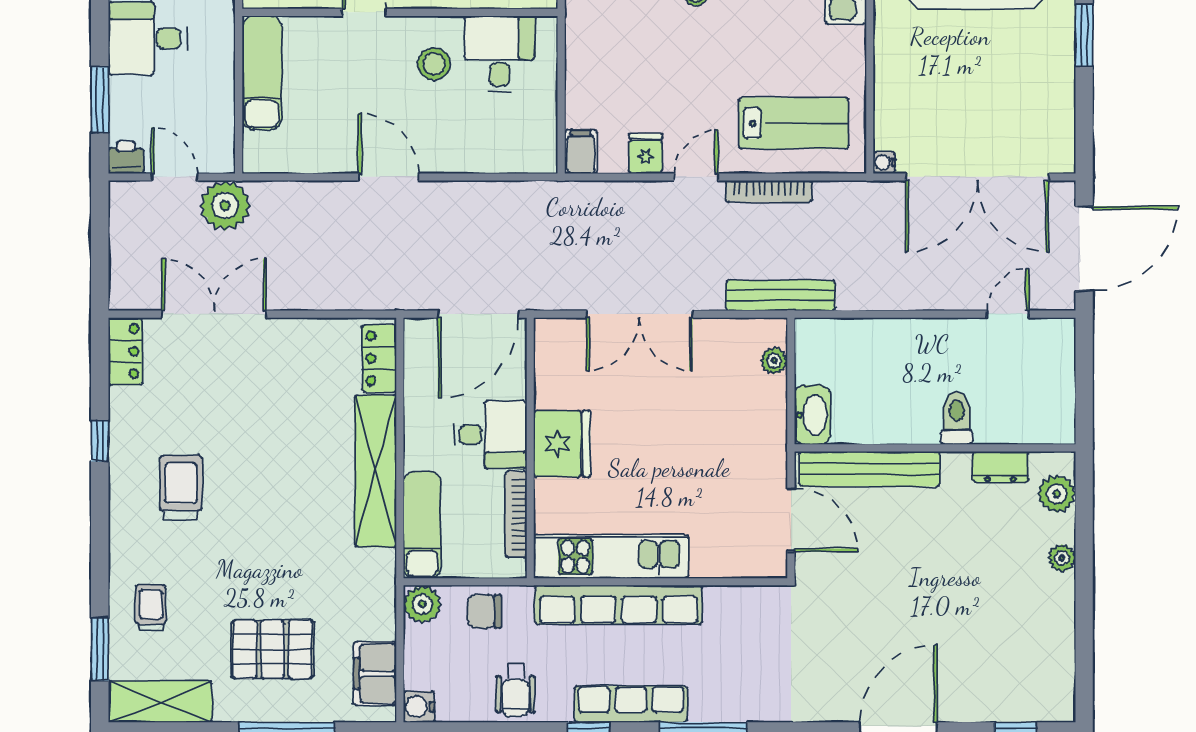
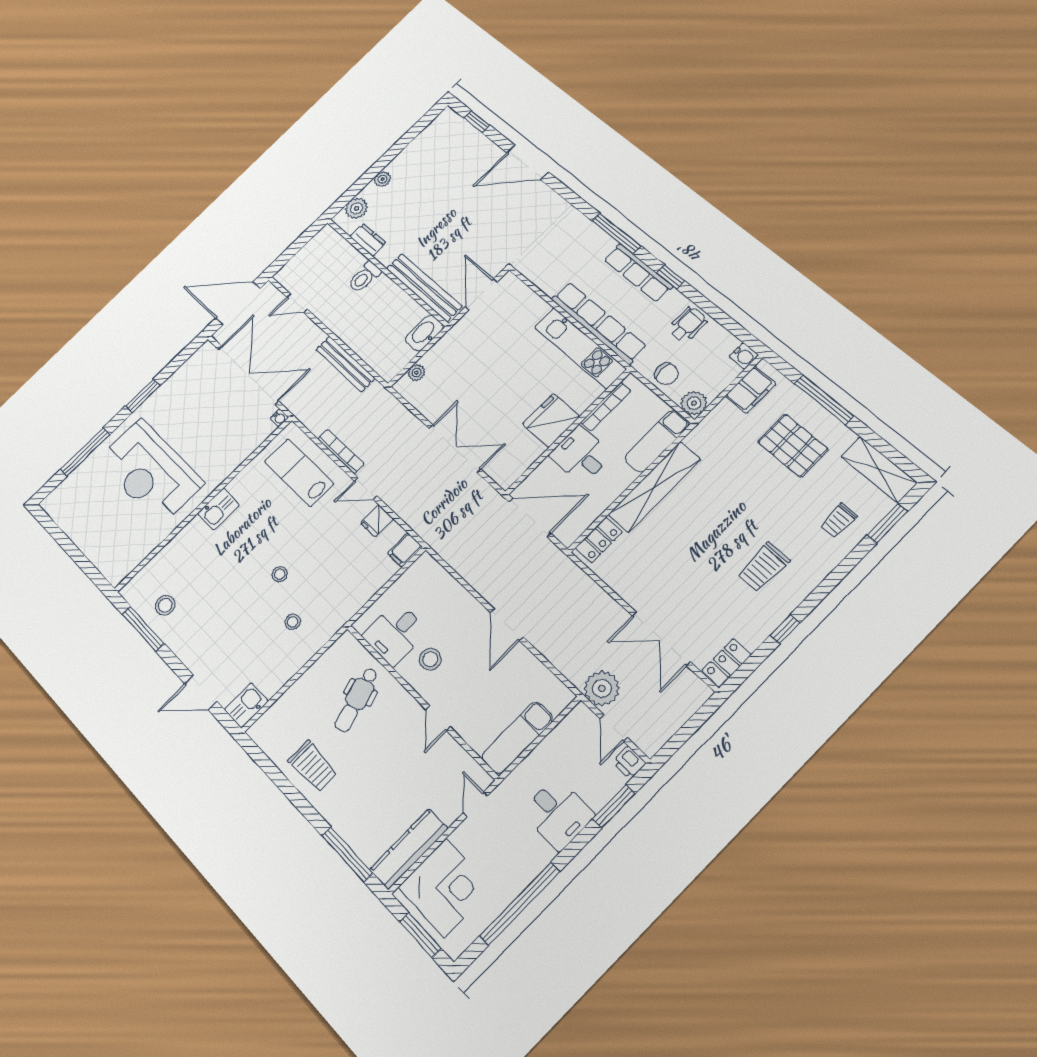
bench: (781, 295) -> (345, 364), moved

